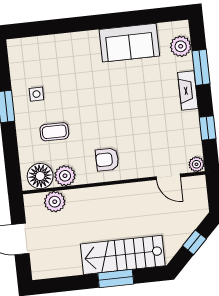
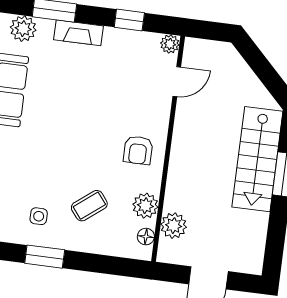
coffee table: (54, 132) -> (89, 206), turned 52
floor lamp: (40, 176) -> (146, 237), width x0.53, depth x0.53
window: (194, 242) -> (263, 69), removed

